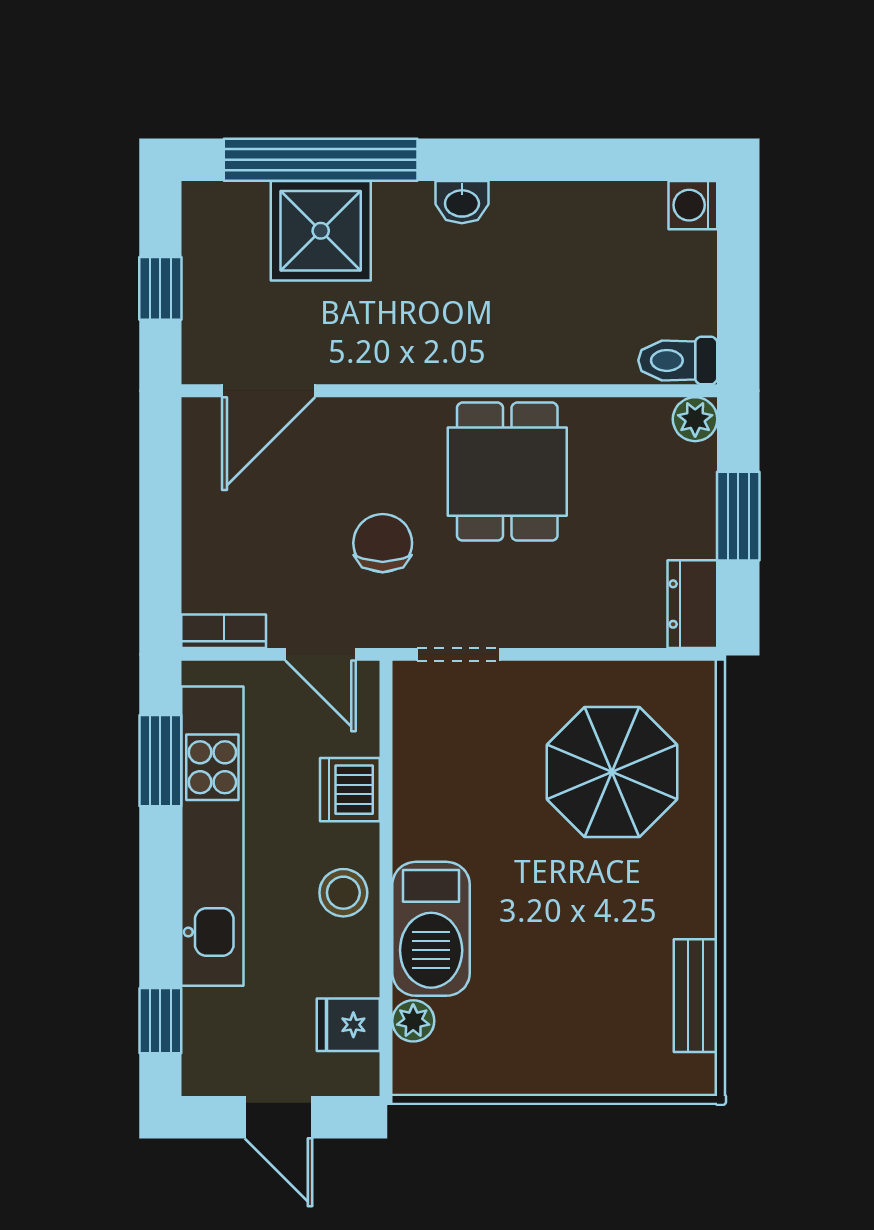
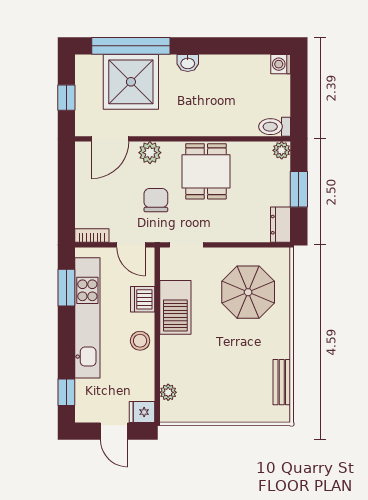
shower: (321, 231) -> (131, 82), width x1.37, depth x1.37
plant: (368, 425) -> (150, 153), added
barbecue: (431, 929) -> (175, 307), moved
fridge: (348, 1025) -> (142, 412), moved

